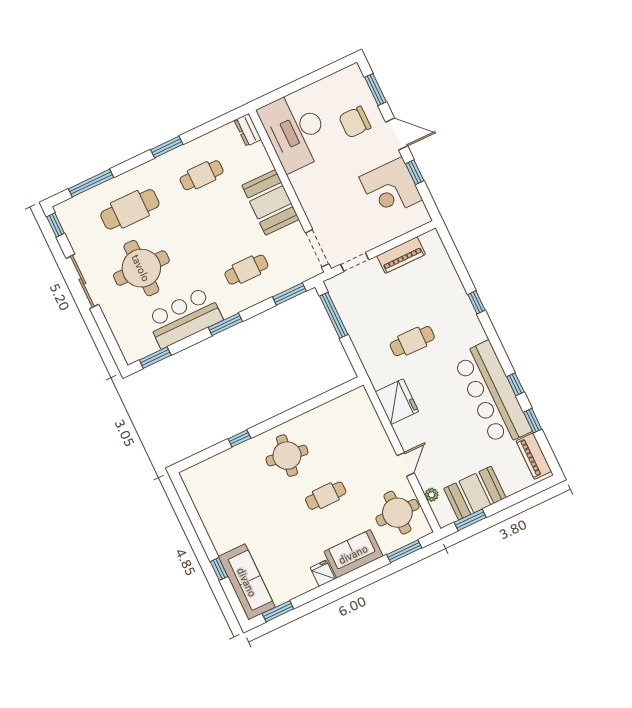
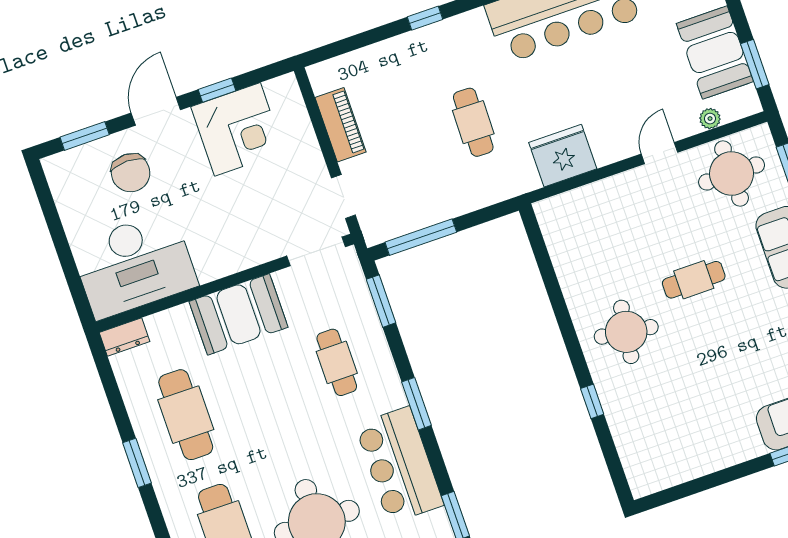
cafe table: (202, 175) -> (186, 415), width x1.37, depth x1.35
door: (406, 464) -> (659, 153), hinge flipped
cafe table: (326, 496) -> (694, 280), turned 90

